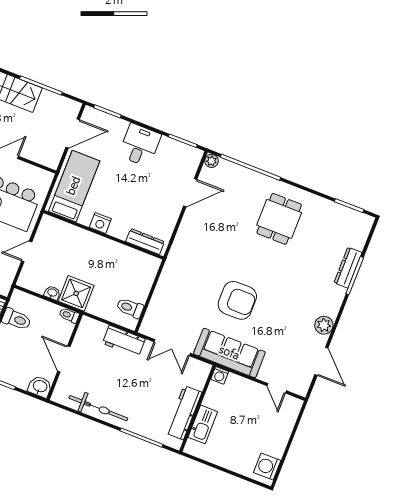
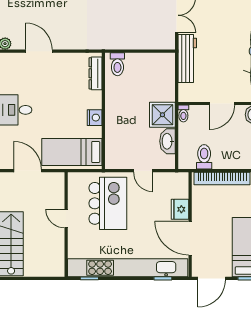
washbasin: (52, 293) -> (167, 141), width x1.91, depth x1.45
toilet: (130, 308) -> (117, 64), moved
workbench: (124, 341) -> (187, 58), width x1.38

